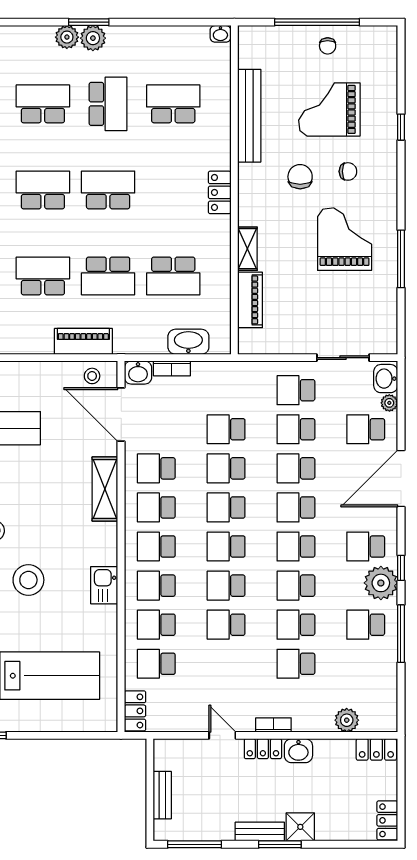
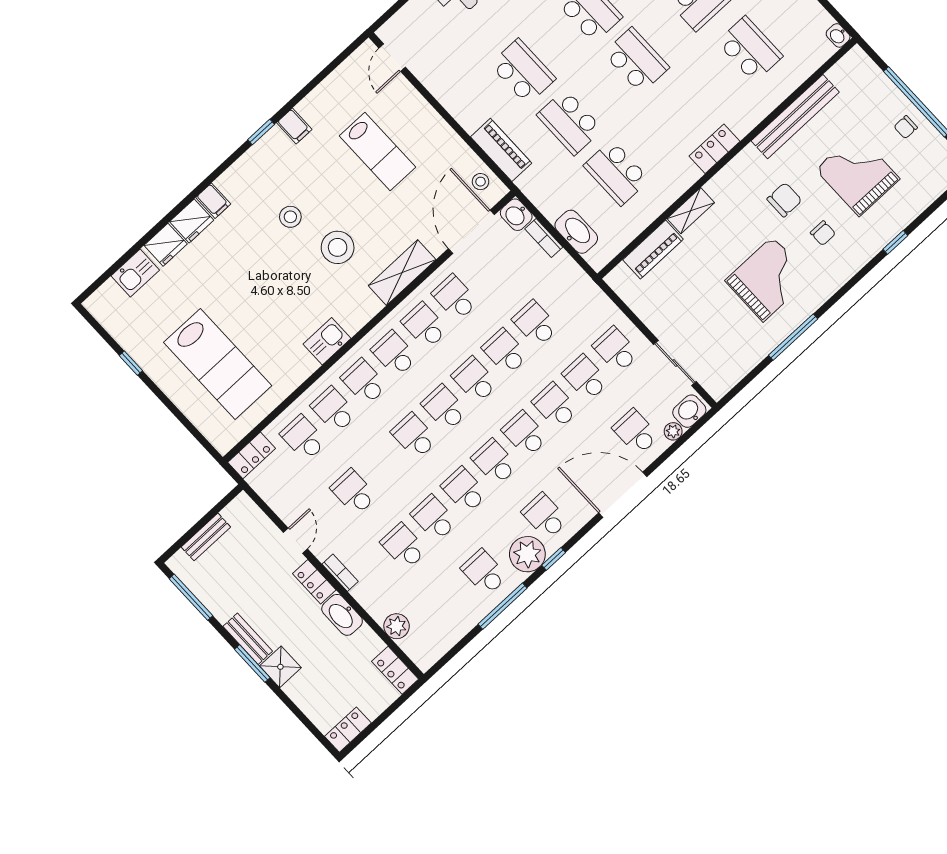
stool: (28, 580) -> (338, 247), moved
school desk: (226, 625) -> (354, 492), moved
washbasin: (298, 751) -> (342, 615), width x1.38

